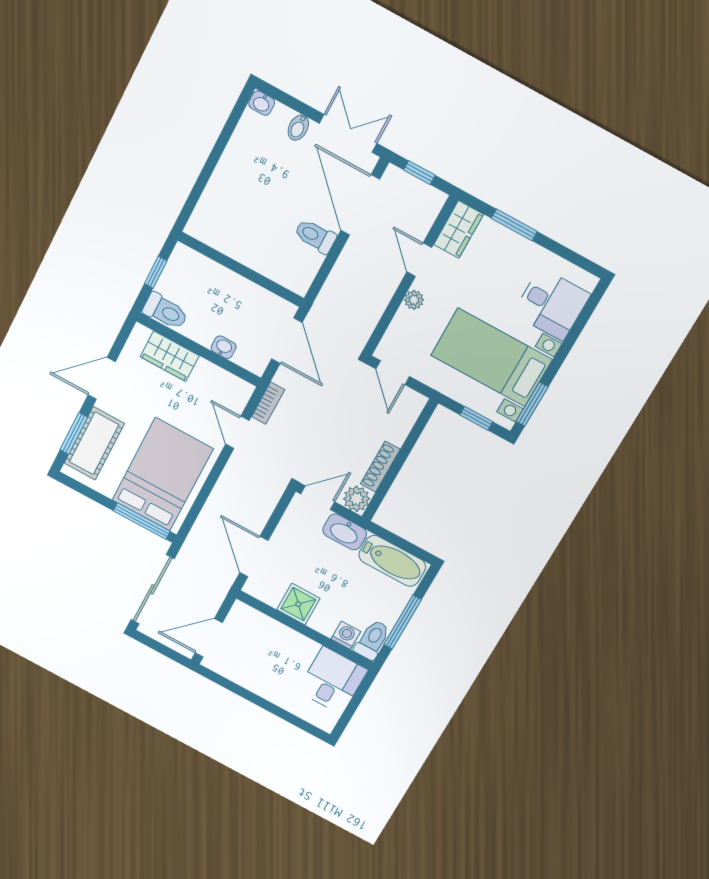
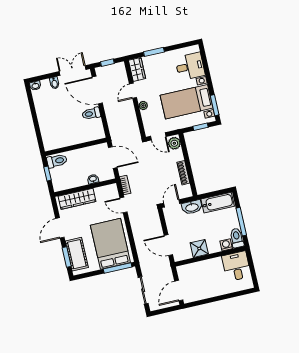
door: (419, 260) -> (133, 91), hinge flipped
toilet: (165, 311) -> (57, 161), moved
wardrobe: (170, 356) -> (77, 199), width x1.50
plant: (357, 499) -> (174, 143), moved
sliding door: (153, 589) -> (143, 290), width x0.73

